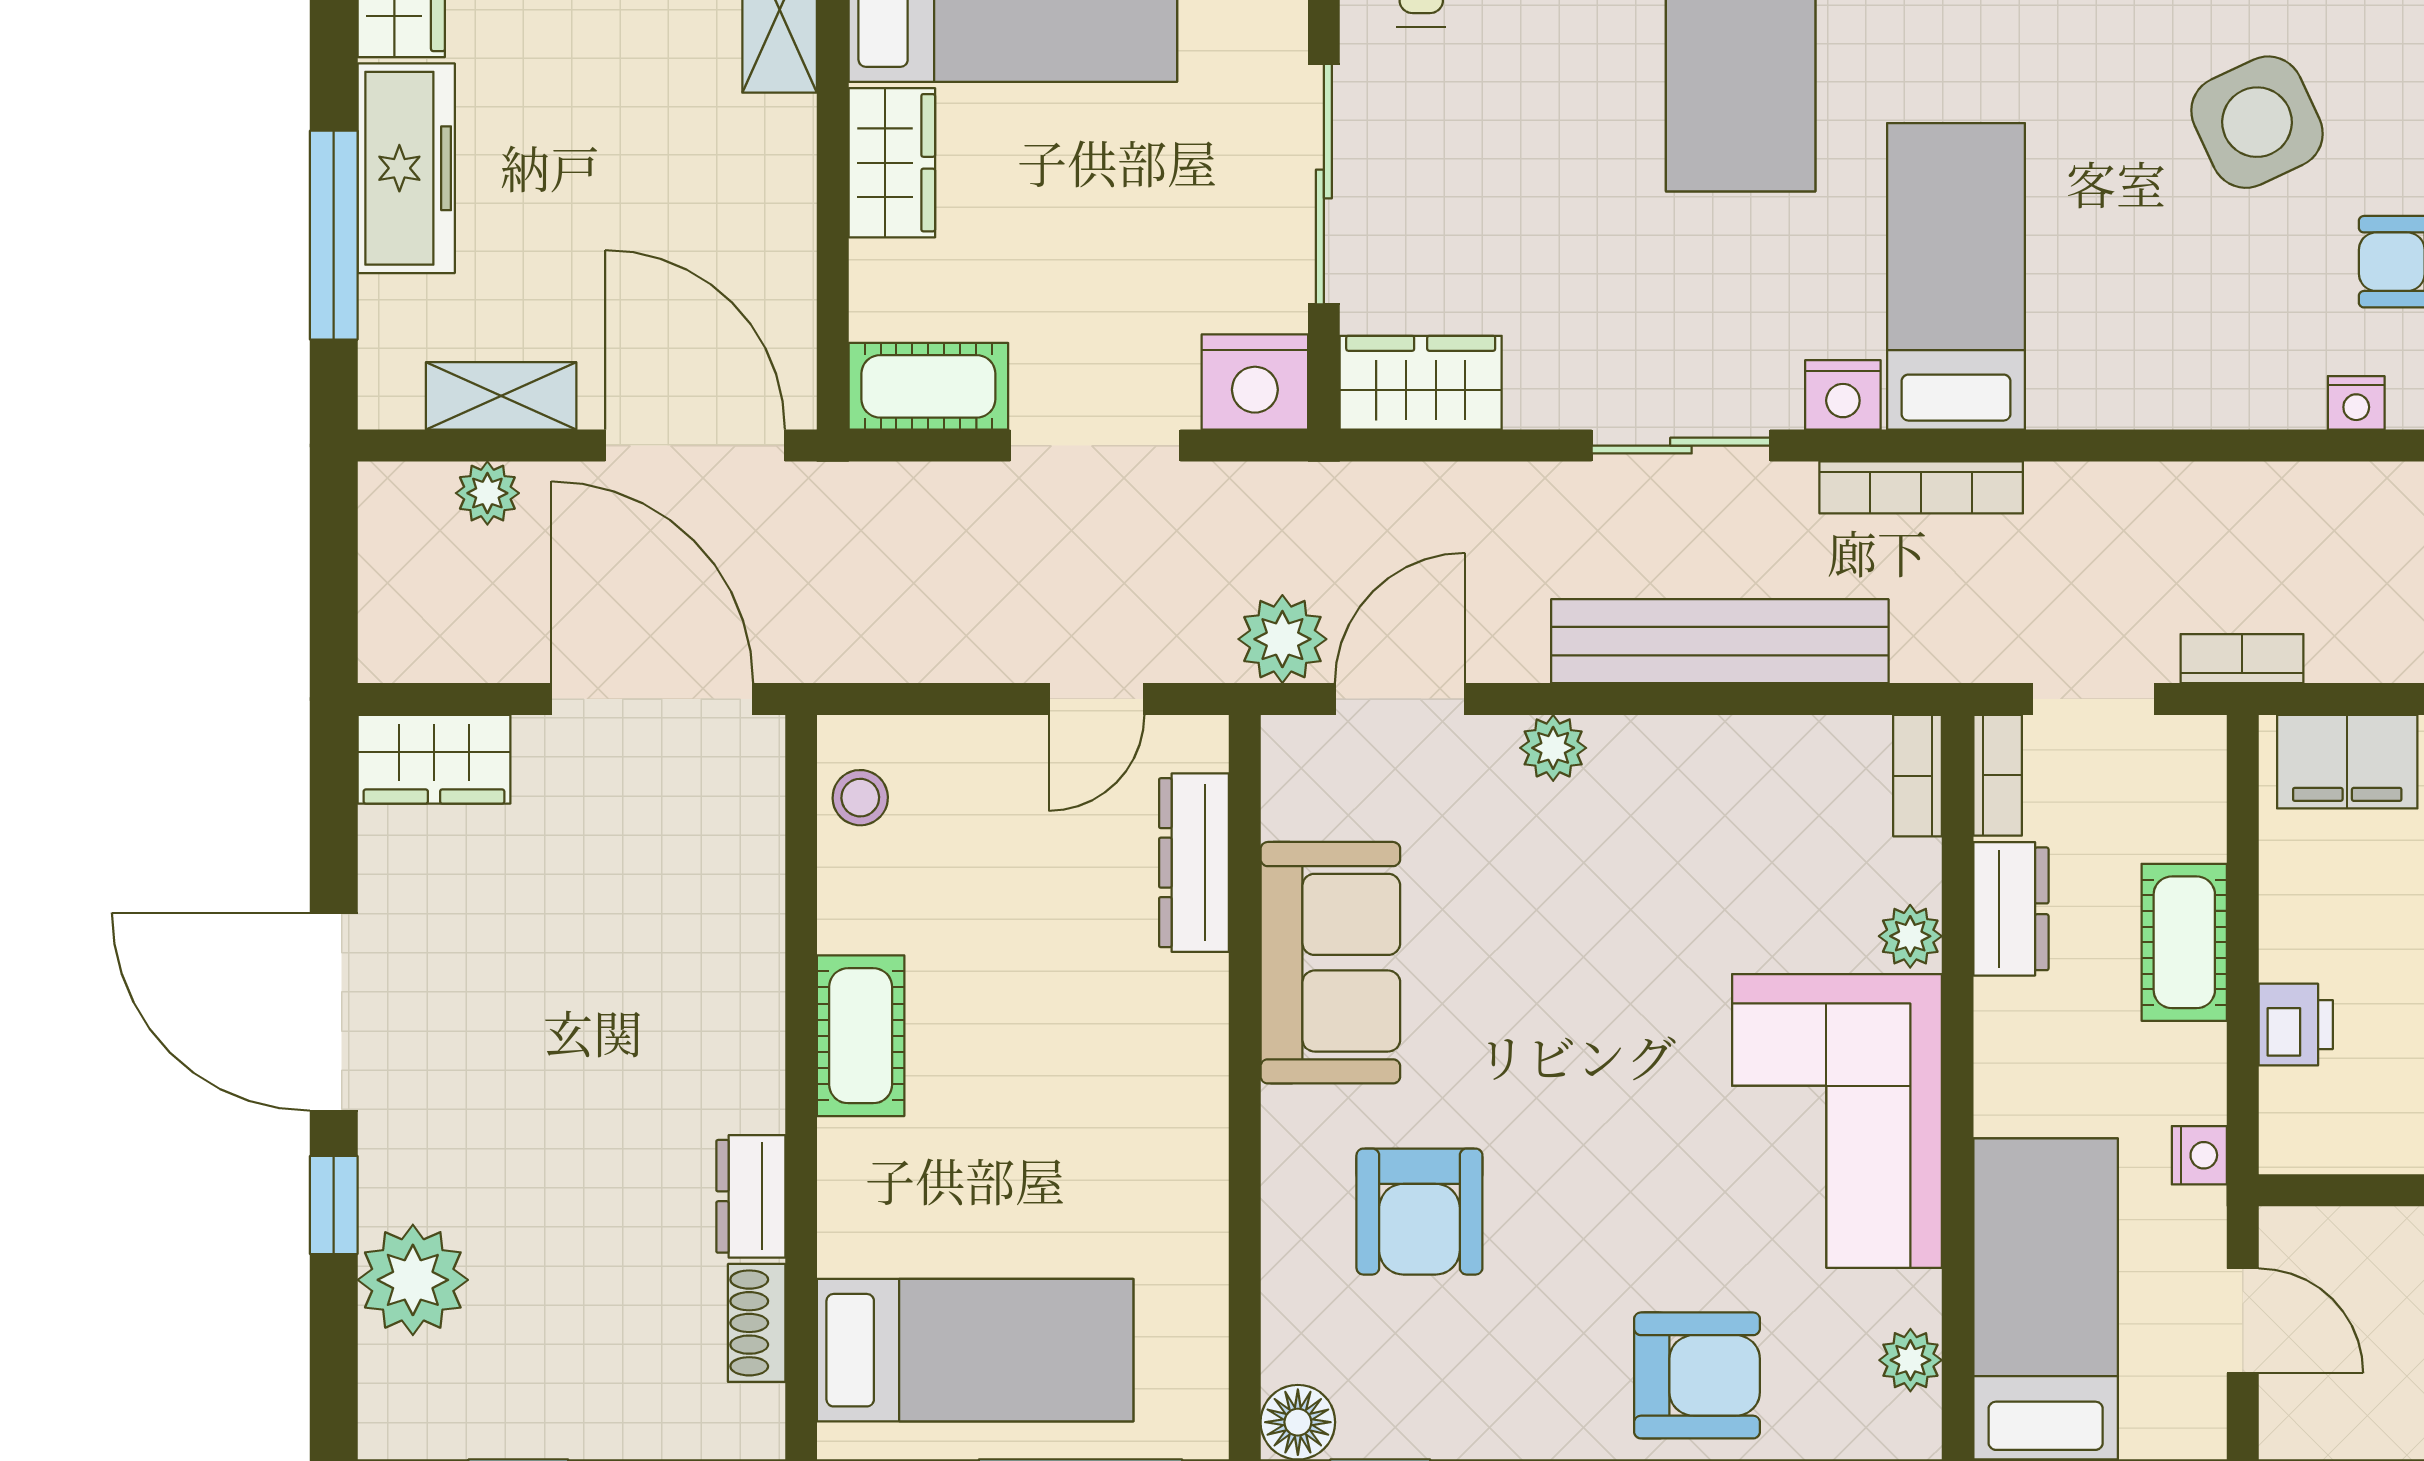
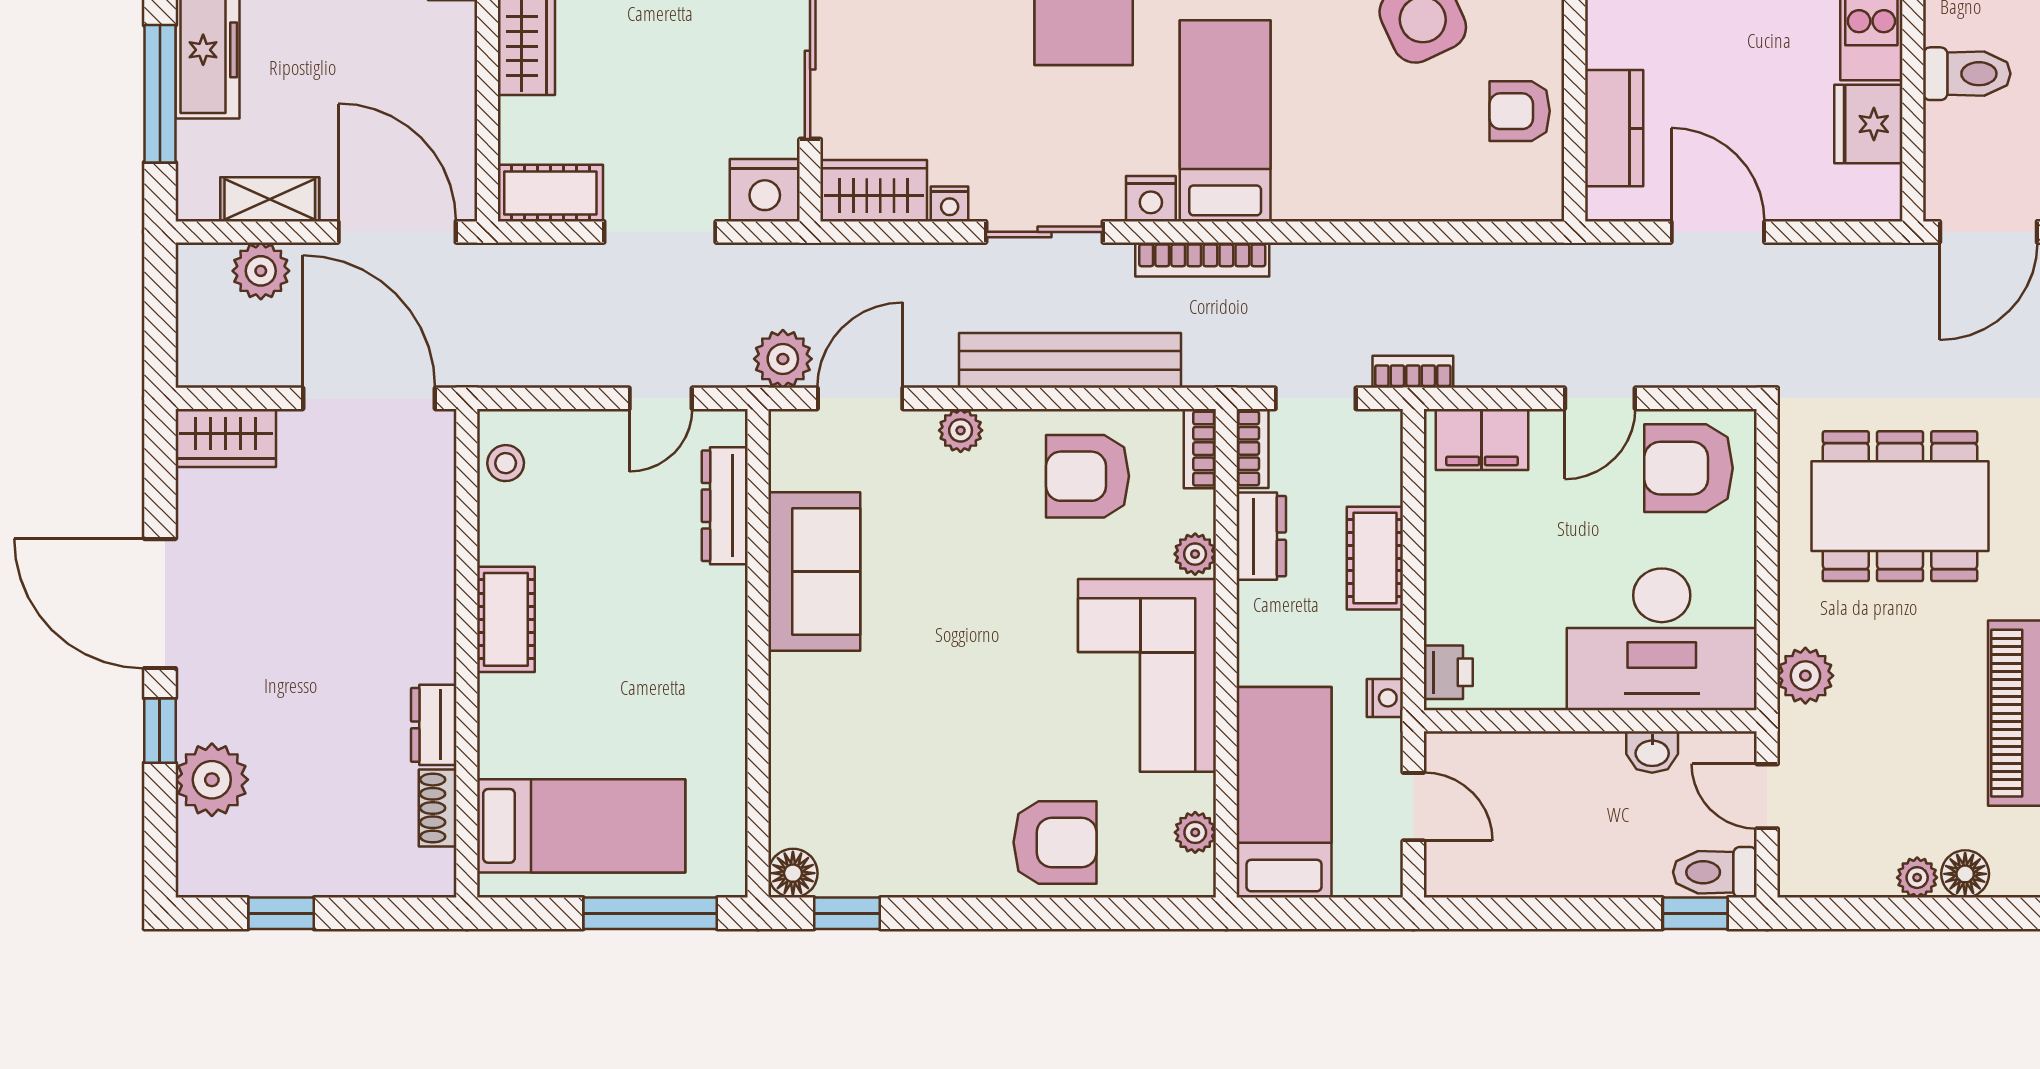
nightstand: (2356, 403) -> (950, 204), moved
plant: (487, 493) -> (261, 271), width x1.38, depth x1.38
printer: (2296, 1025) -> (1448, 672), moved
armchair: (1419, 1212) -> (1088, 476), moved, turned 90

